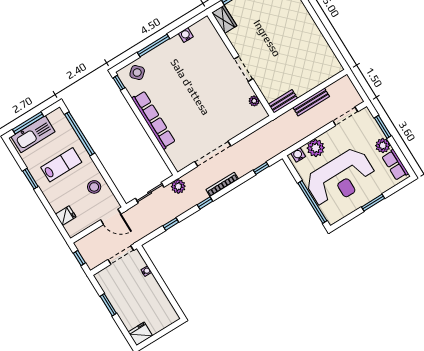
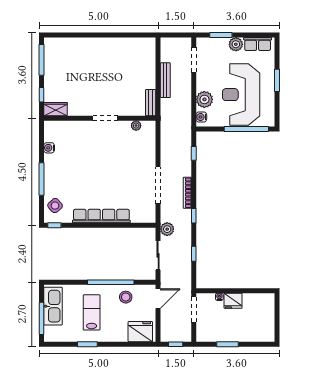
kitchen sink: (33, 134) -> (53, 306), moved
window: (80, 134) -> (111, 282), moved
reception desk: (340, 178) -> (241, 95), turned 180
fridge: (66, 216) -> (140, 332), width x1.88, depth x1.34
fridge: (140, 334) -> (233, 301), moved, turned -90

